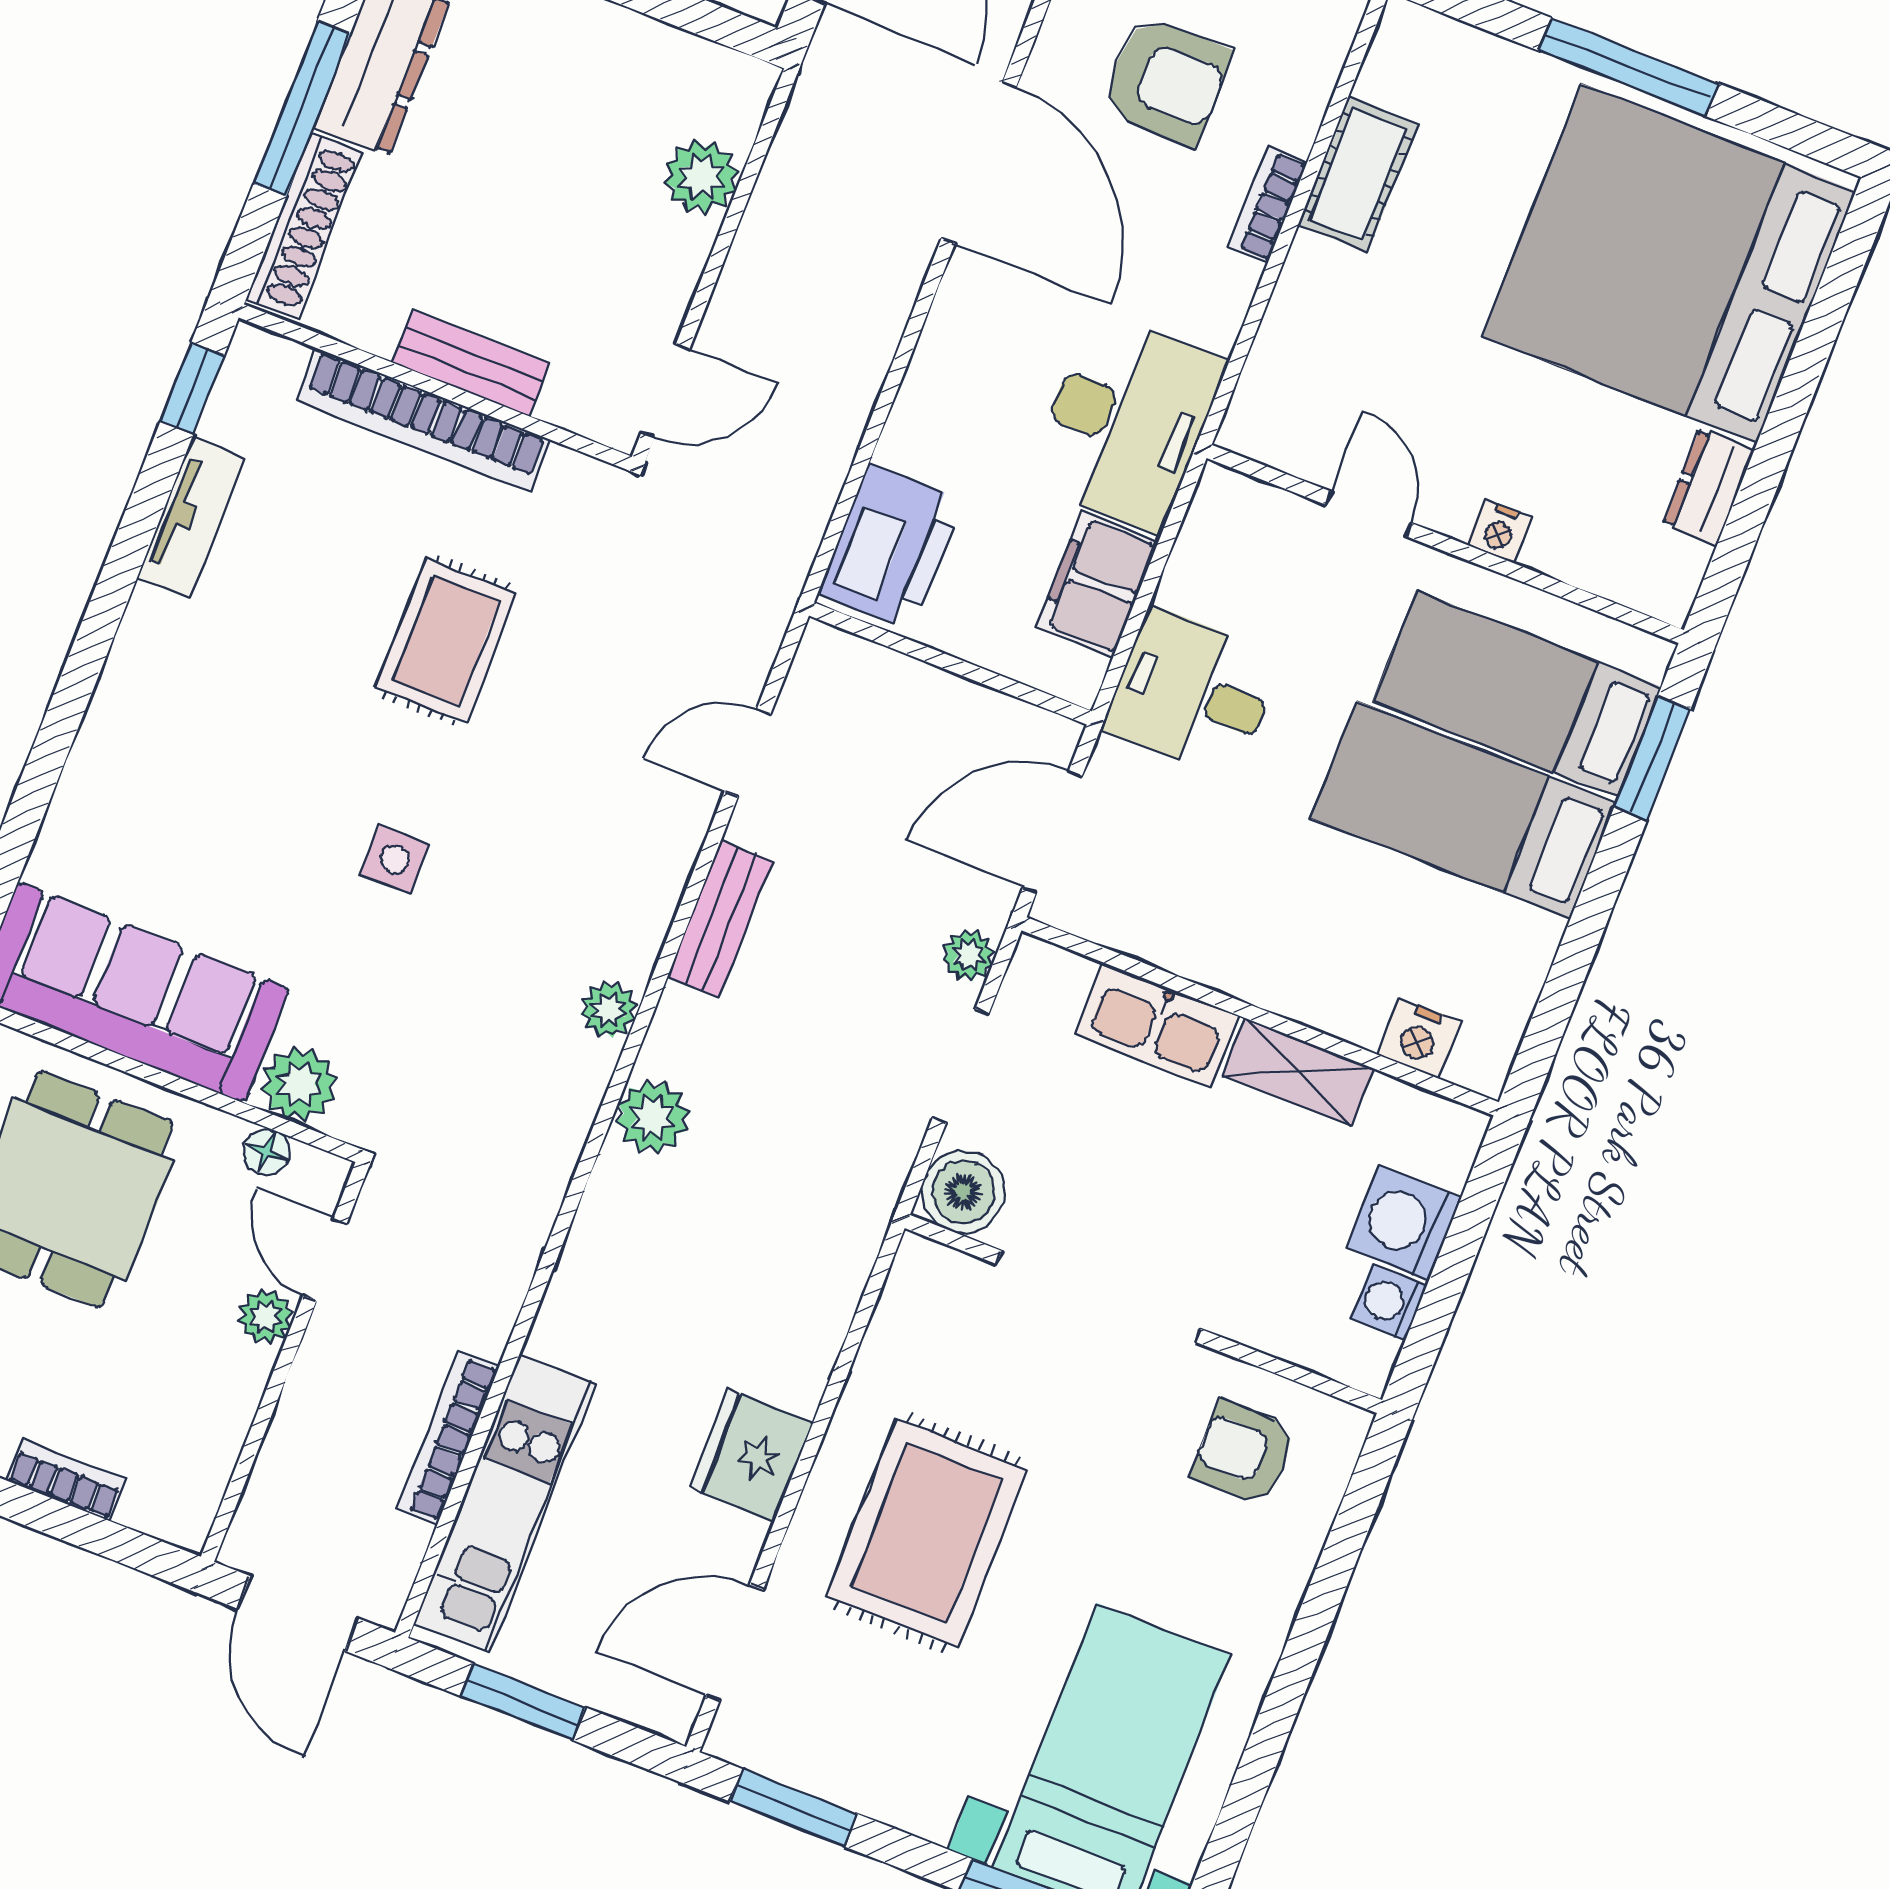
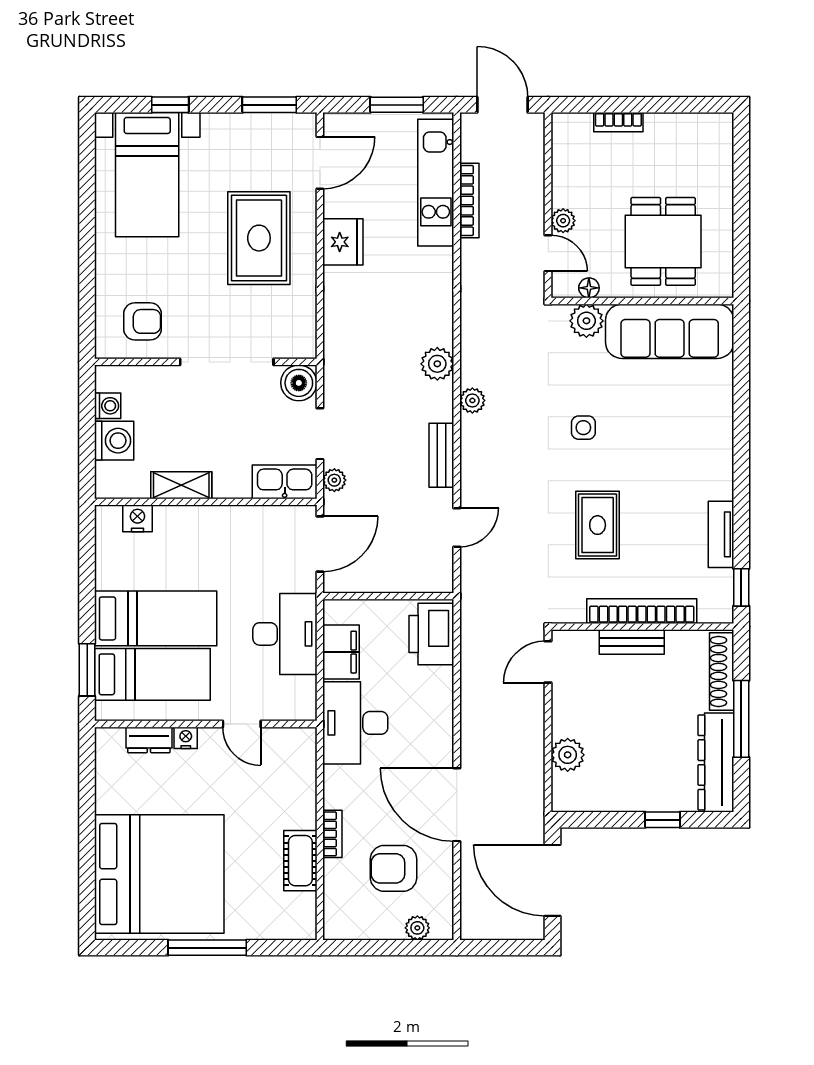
dresser: (1708, 487) -> (149, 740), moved, turned 90
desk: (1193, 693) -> (285, 634), width x1.37
kitchen sink: (1157, 1025) -> (285, 482), moved

